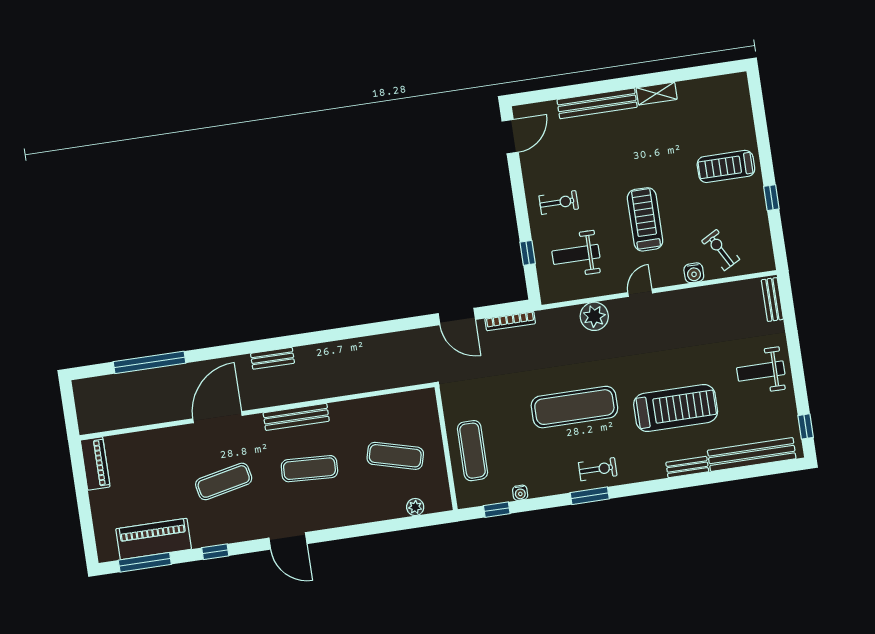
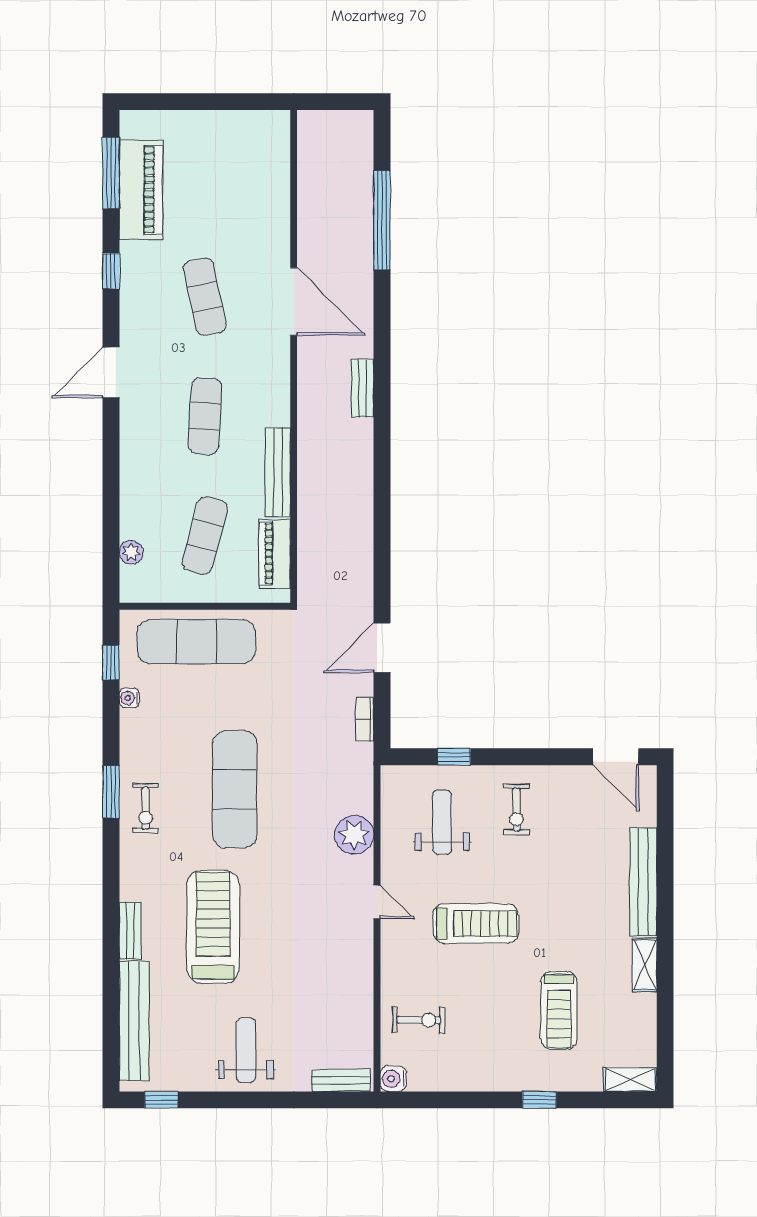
shelving: (741, 92) -> (630, 1080), added
treadmill: (726, 166) -> (559, 1010), moved, turned 180
window: (771, 198) -> (539, 1100), moved
exercise bike: (721, 250) -> (419, 1020), turned 30
water cooler: (694, 273) -> (393, 1079), moved
bookcase: (510, 321) -> (365, 719), width x0.64
treadmill: (676, 408) -> (213, 927), turned 180
bench: (296, 417) -> (278, 472), moved
exercise mat: (472, 451) -> (196, 642), width x1.36, depth x1.45
piano: (95, 463) -> (275, 554), moved, turned 90

